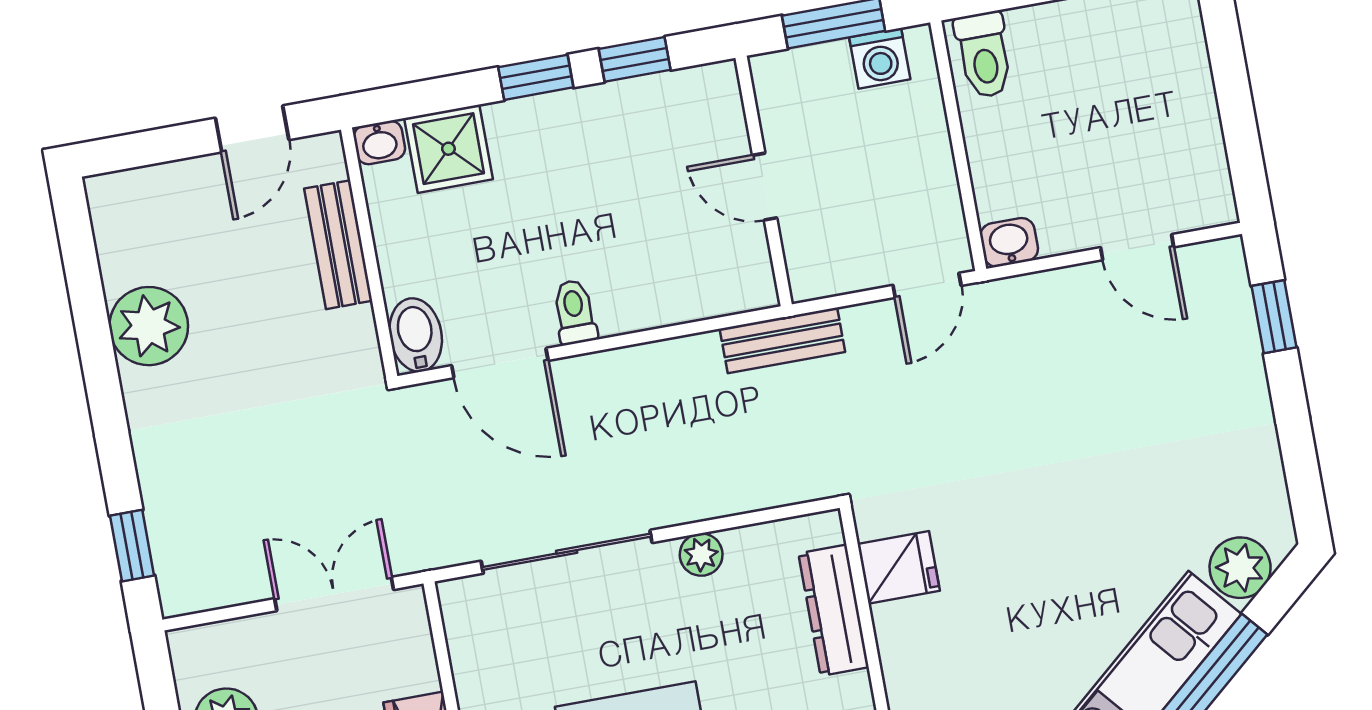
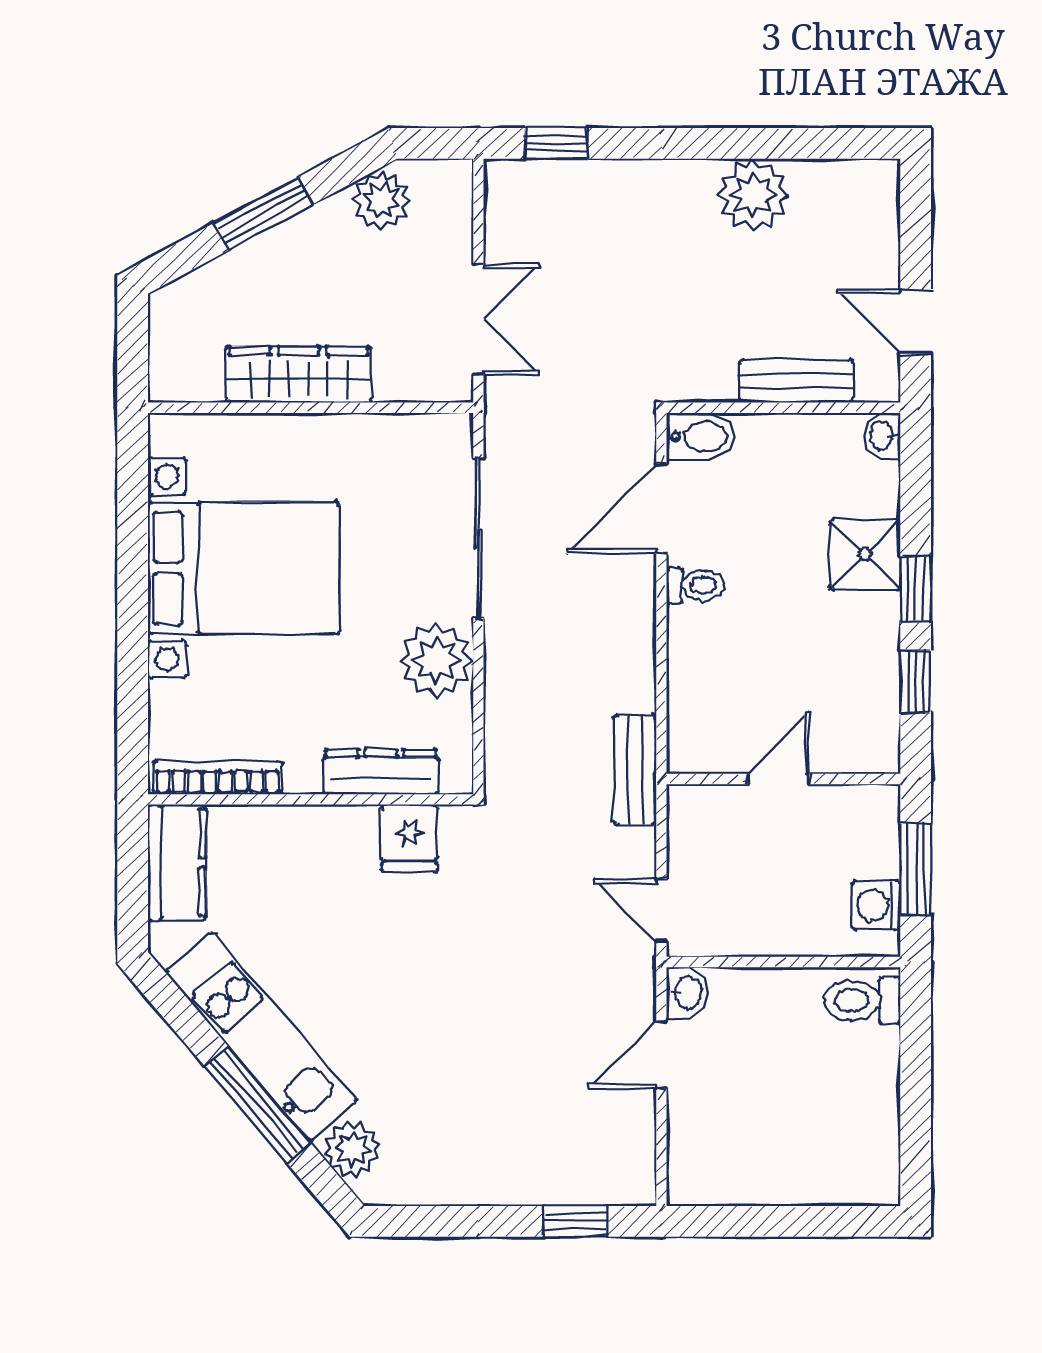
shower: (448, 149) -> (865, 555), moved
door: (1137, 247) -> (661, 1055), moved
plant: (701, 555) -> (436, 660), width x1.87, depth x1.87

